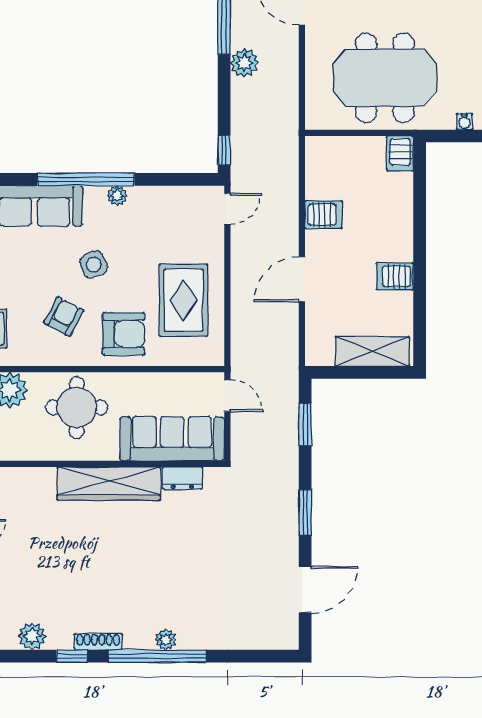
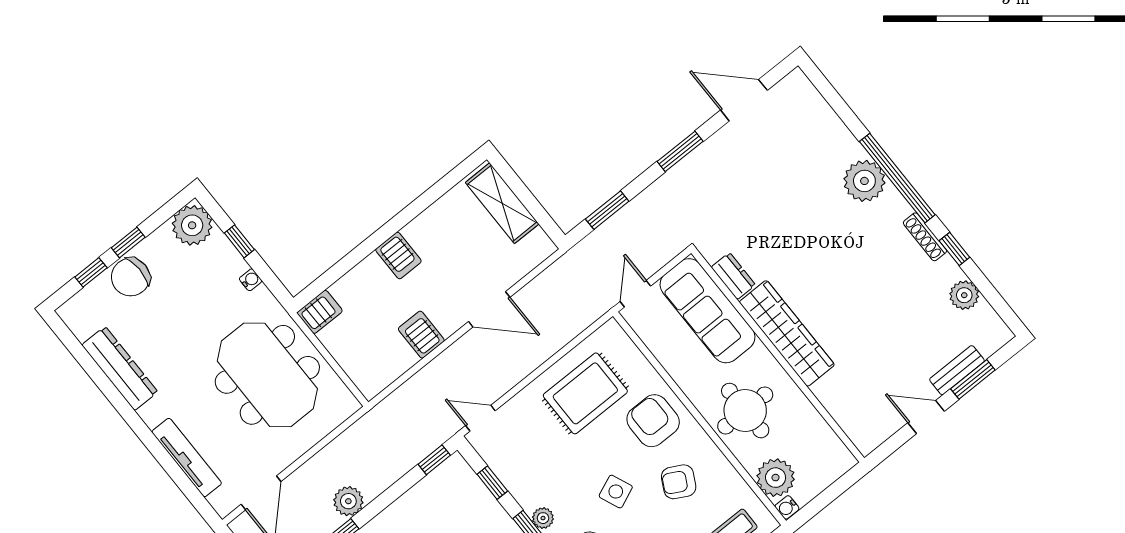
window: (173, 179) -> (492, 483), added
server rack: (395, 276) -> (398, 256), moved
plant: (166, 639) -> (864, 181), width x1.87, depth x1.87

